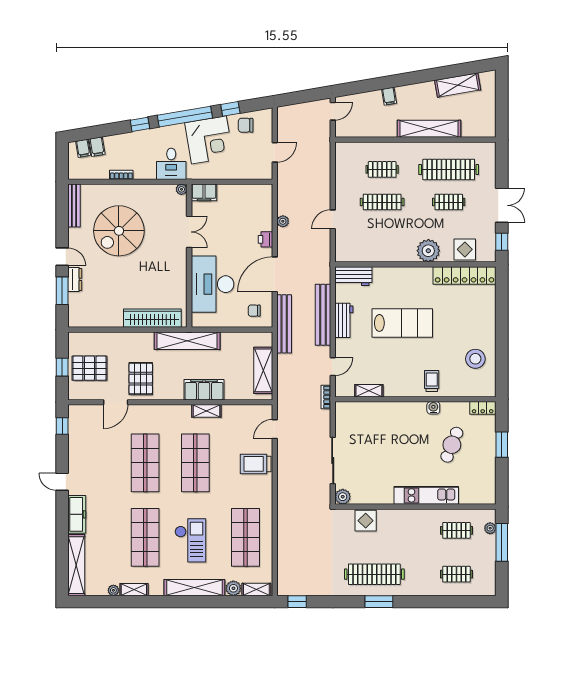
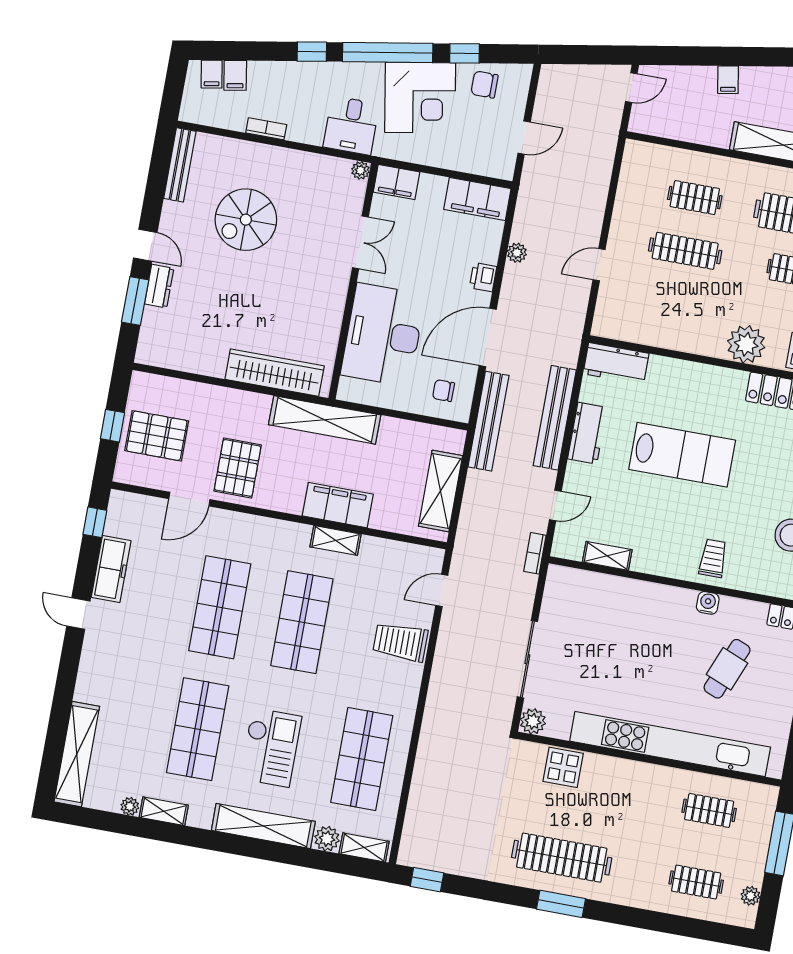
filing cabinet: (254, 194) -> (477, 199), added
spiral stairs: (119, 231) -> (246, 220), width x0.73, depth x0.73
kitchen unit: (426, 495) -> (670, 744), width x1.86
freezer: (77, 514) -> (111, 569), moved
plant: (490, 528) -> (750, 896), moved

